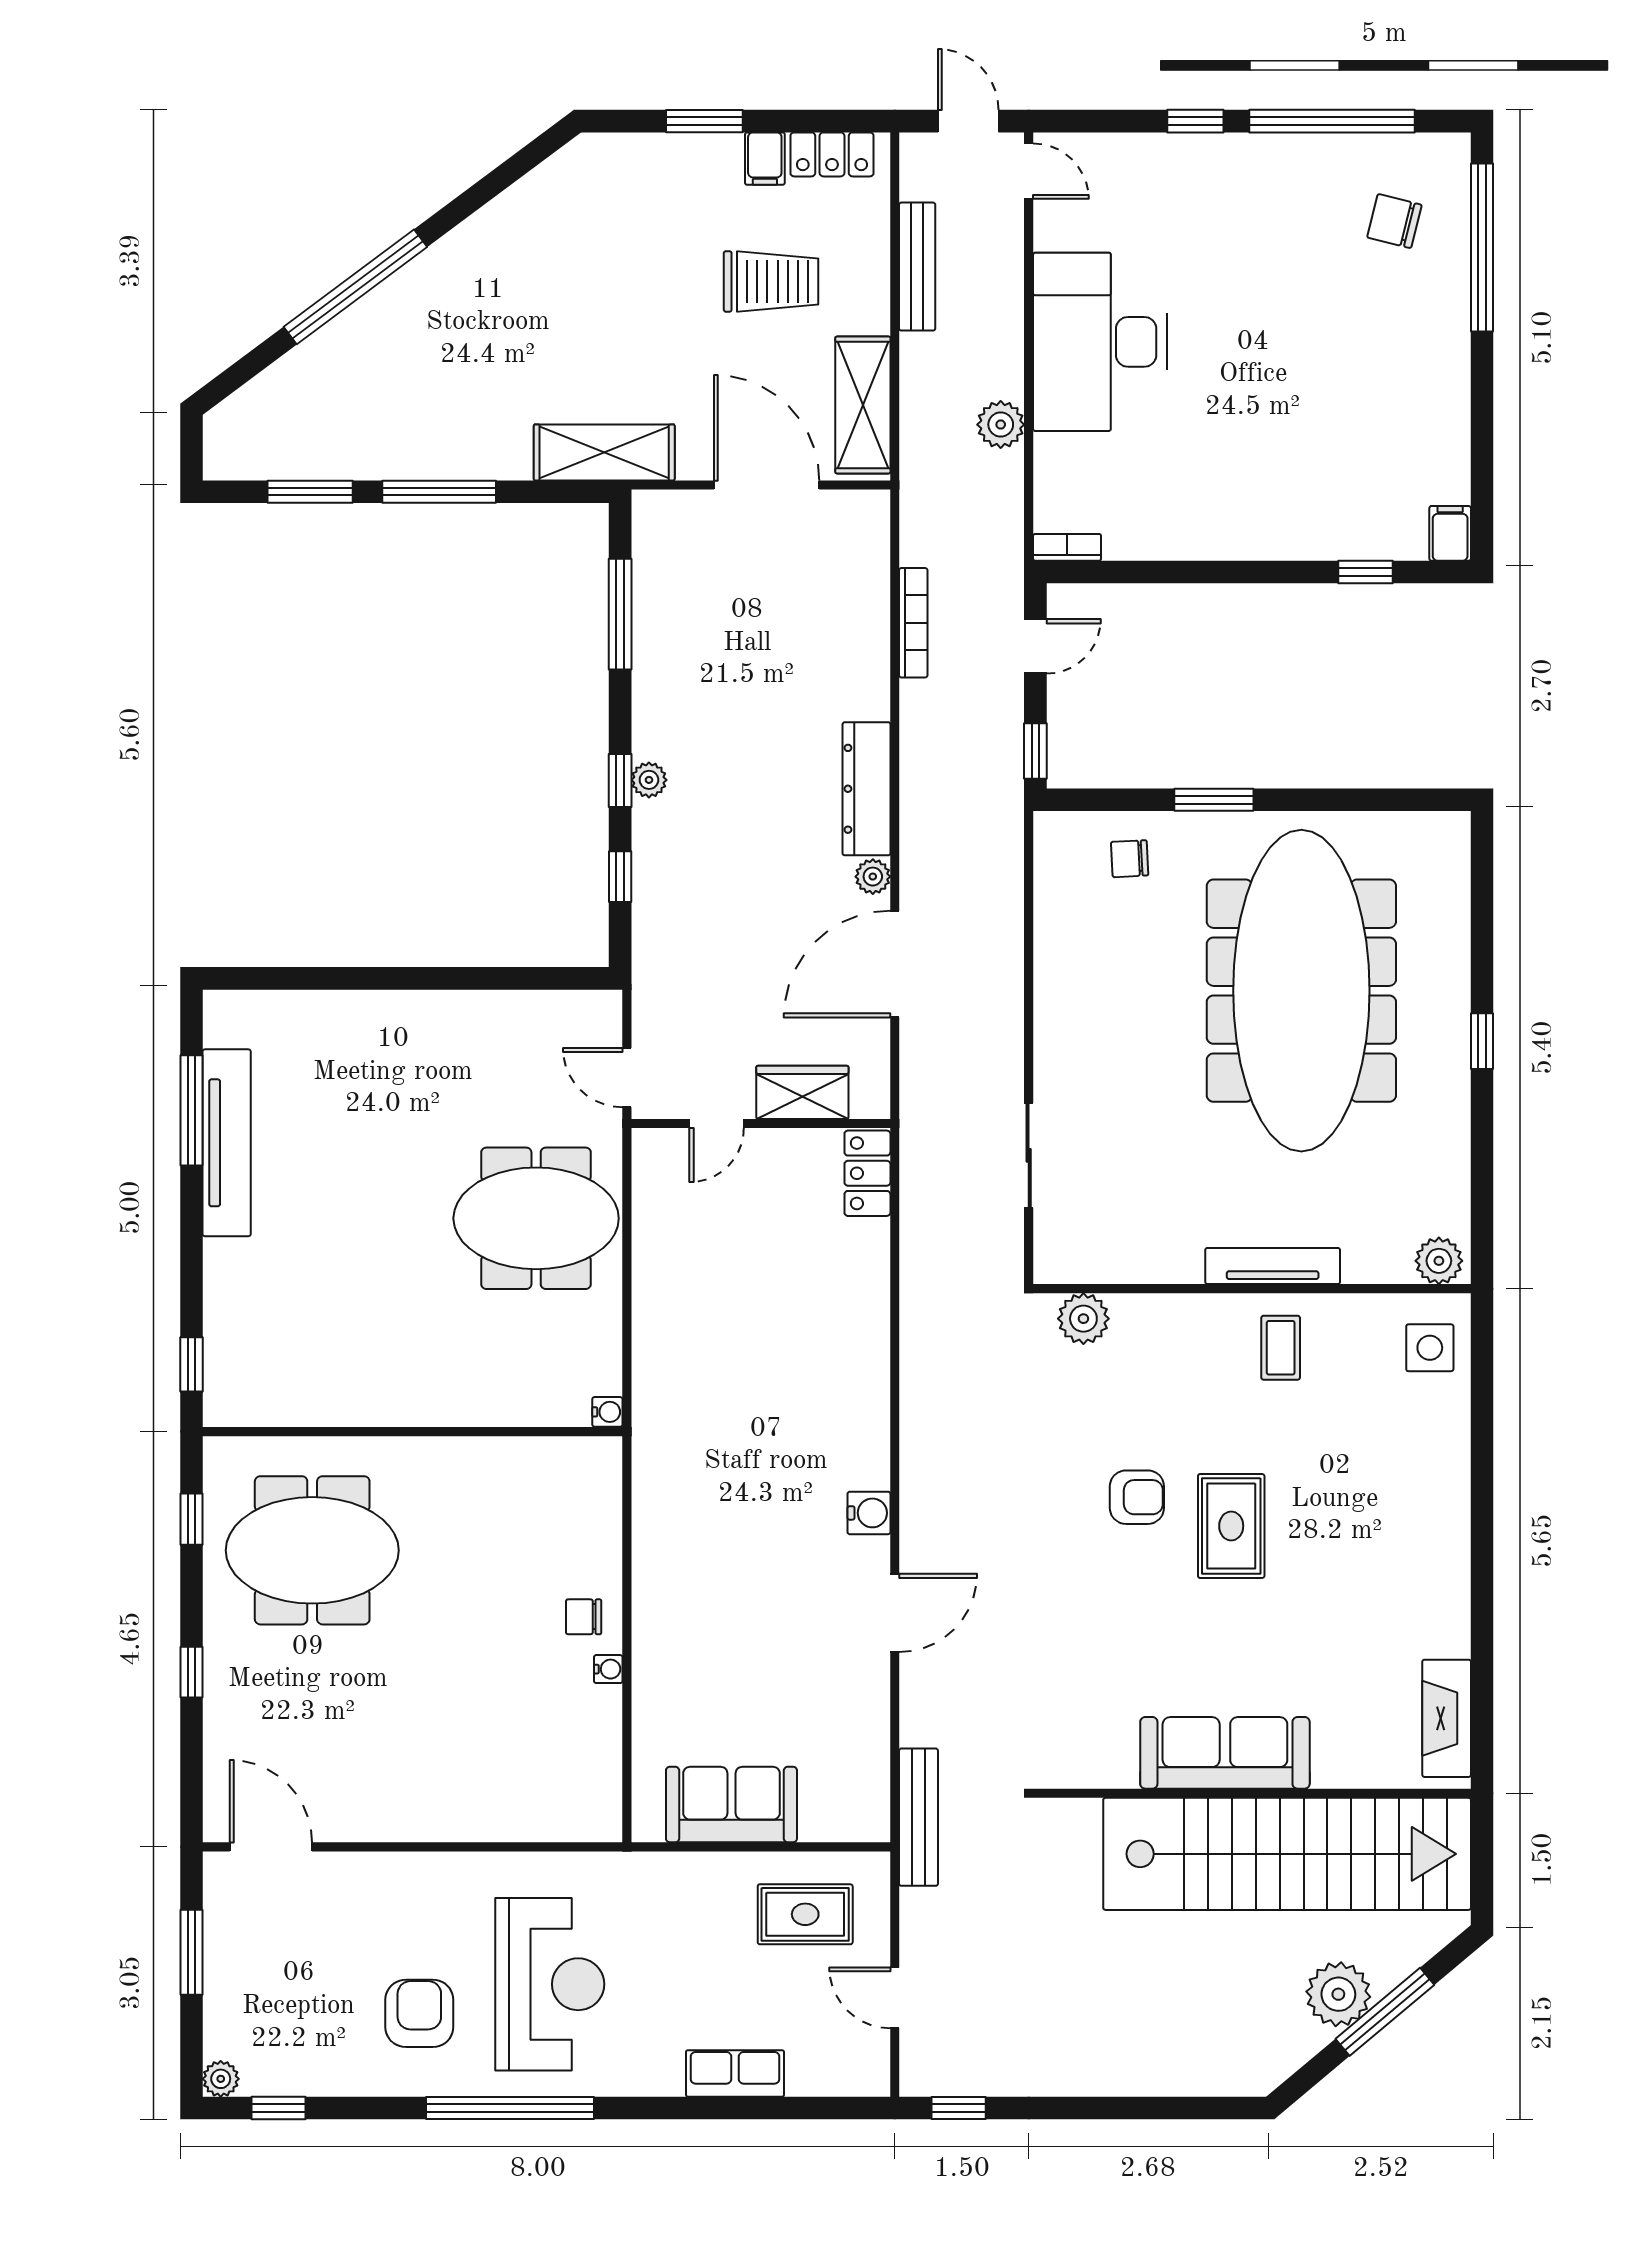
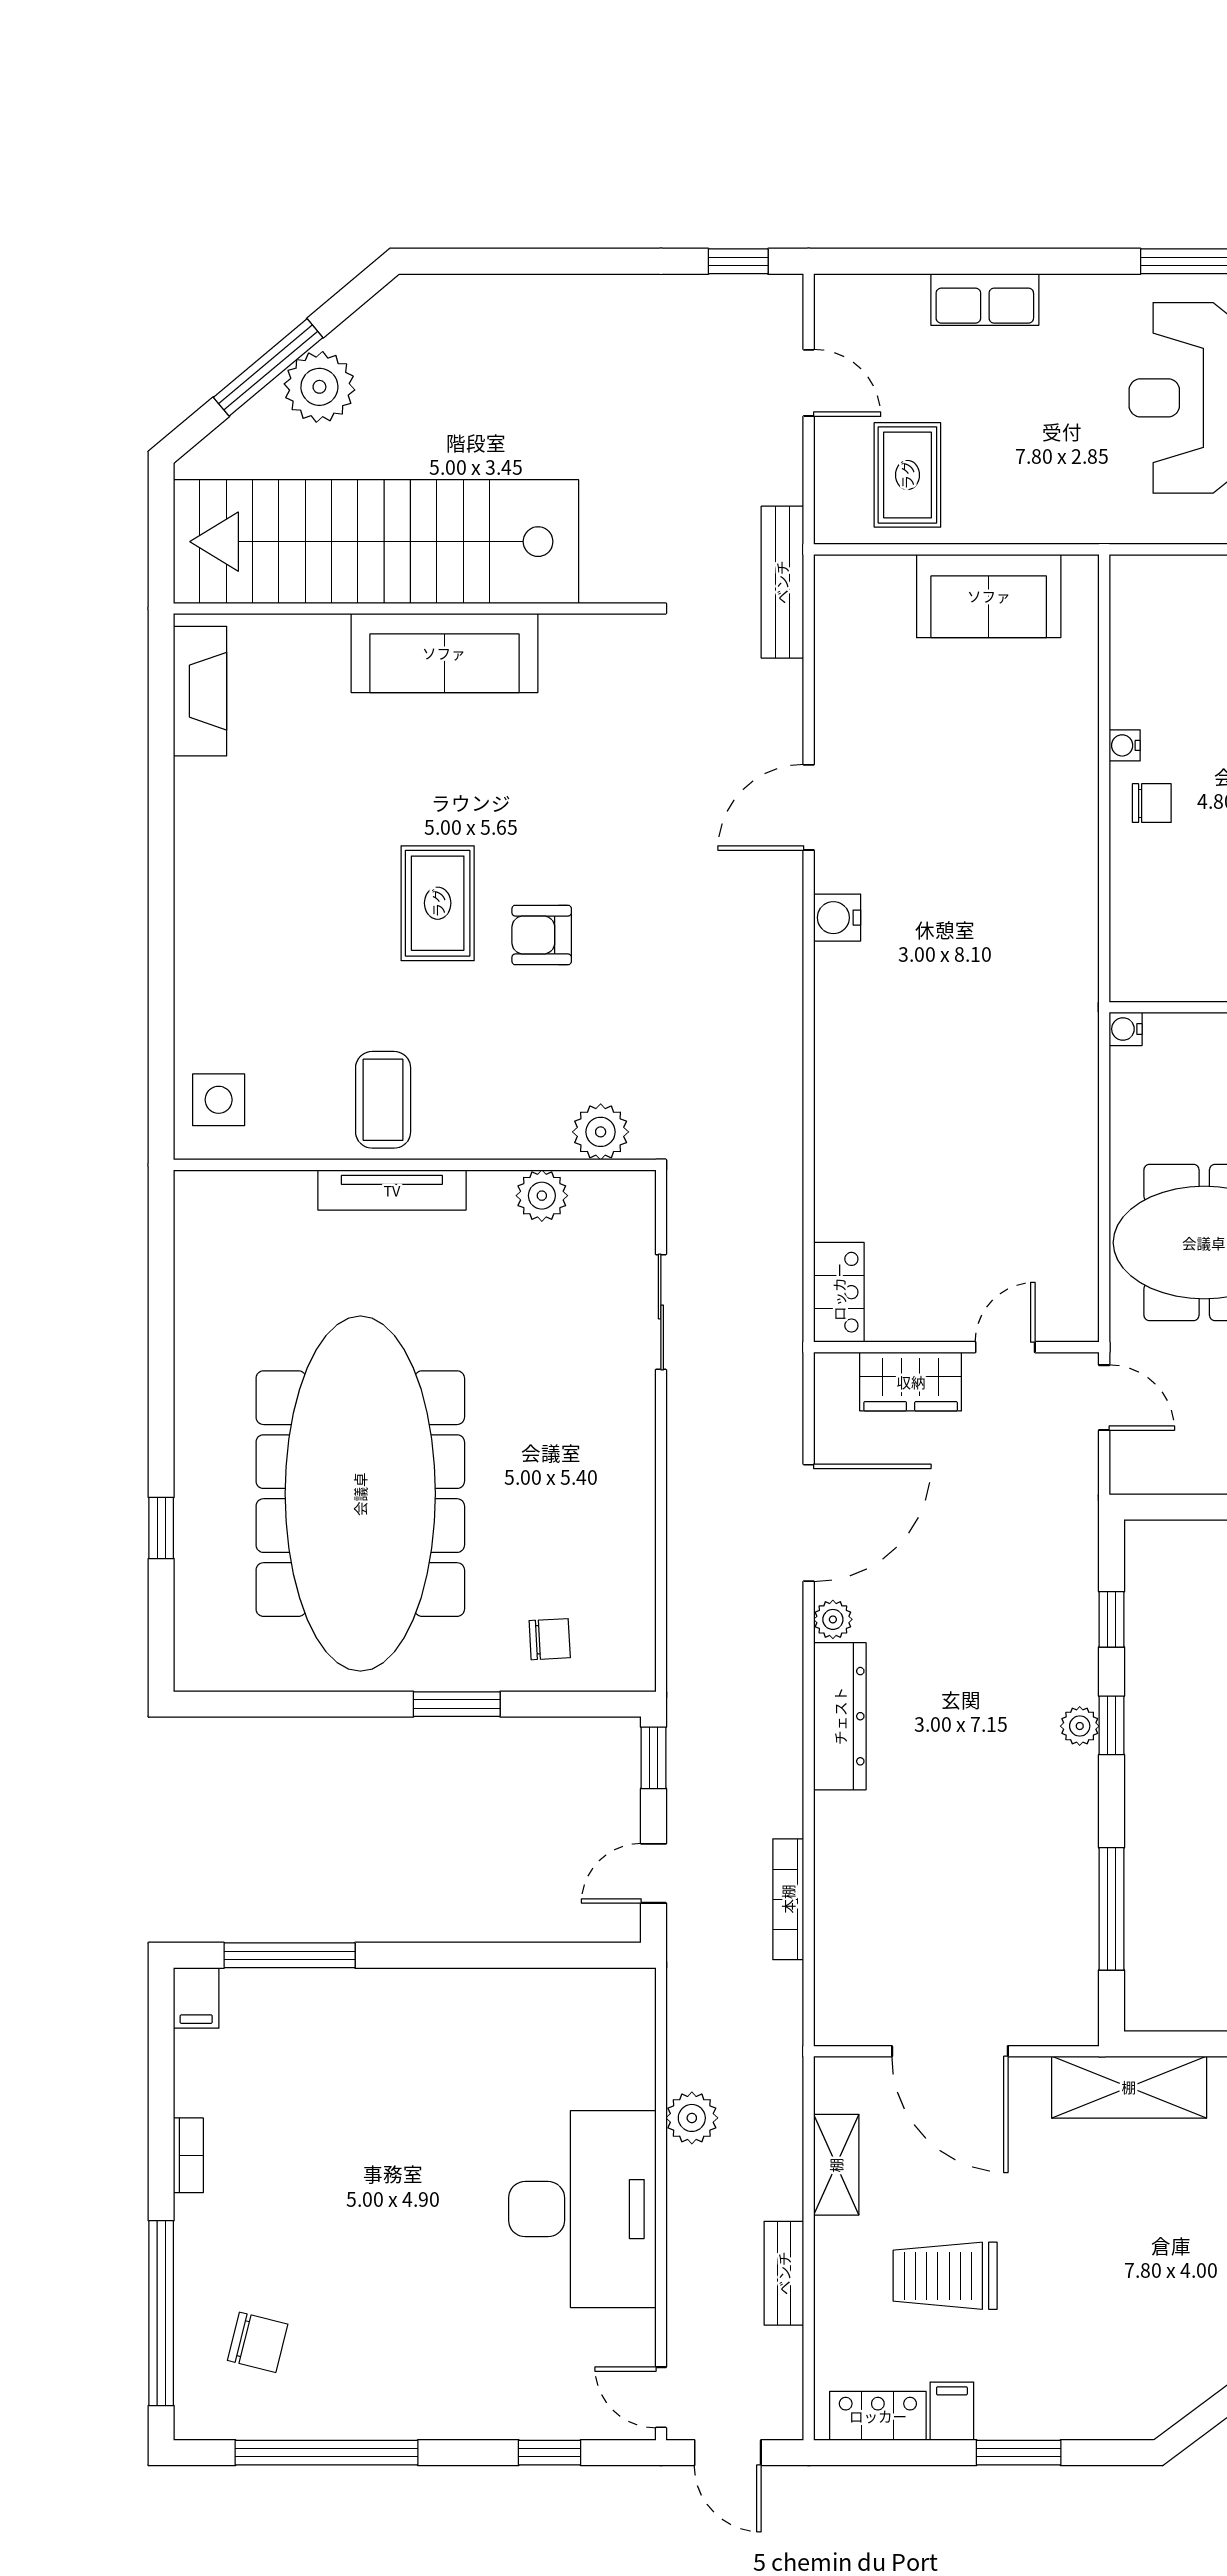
window: (1195, 121) -> (550, 2453), moved
bench: (917, 267) -> (784, 2273), width x0.73
shelving: (863, 405) -> (836, 2165), width x0.67, depth x0.75
bookcase: (1067, 547) -> (188, 2155), moved, turned -90
window: (1365, 572) -> (290, 1955), width x2.17
window: (1482, 1041) -> (161, 1528), moved
plant: (1439, 1261) -> (542, 1196), moved
coffee table: (1281, 1348) -> (383, 1100), width x1.36, depth x1.30
rug: (805, 1914) -> (907, 475), turned 90

